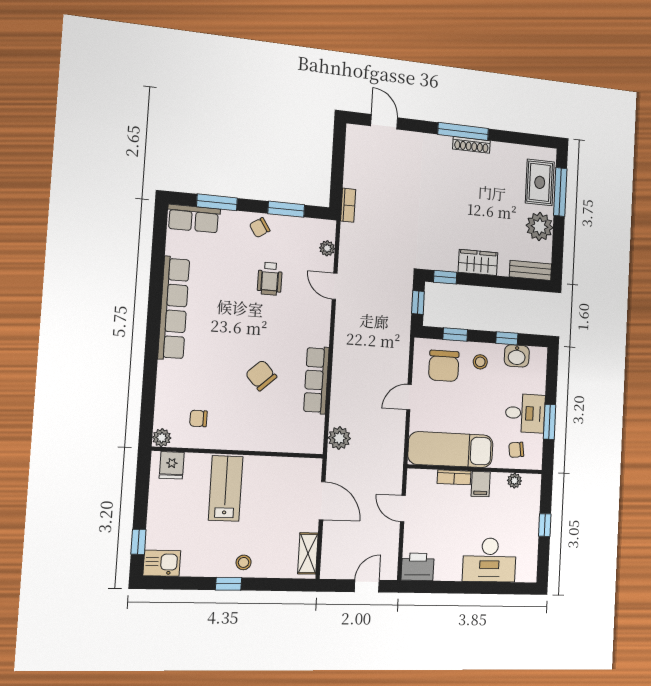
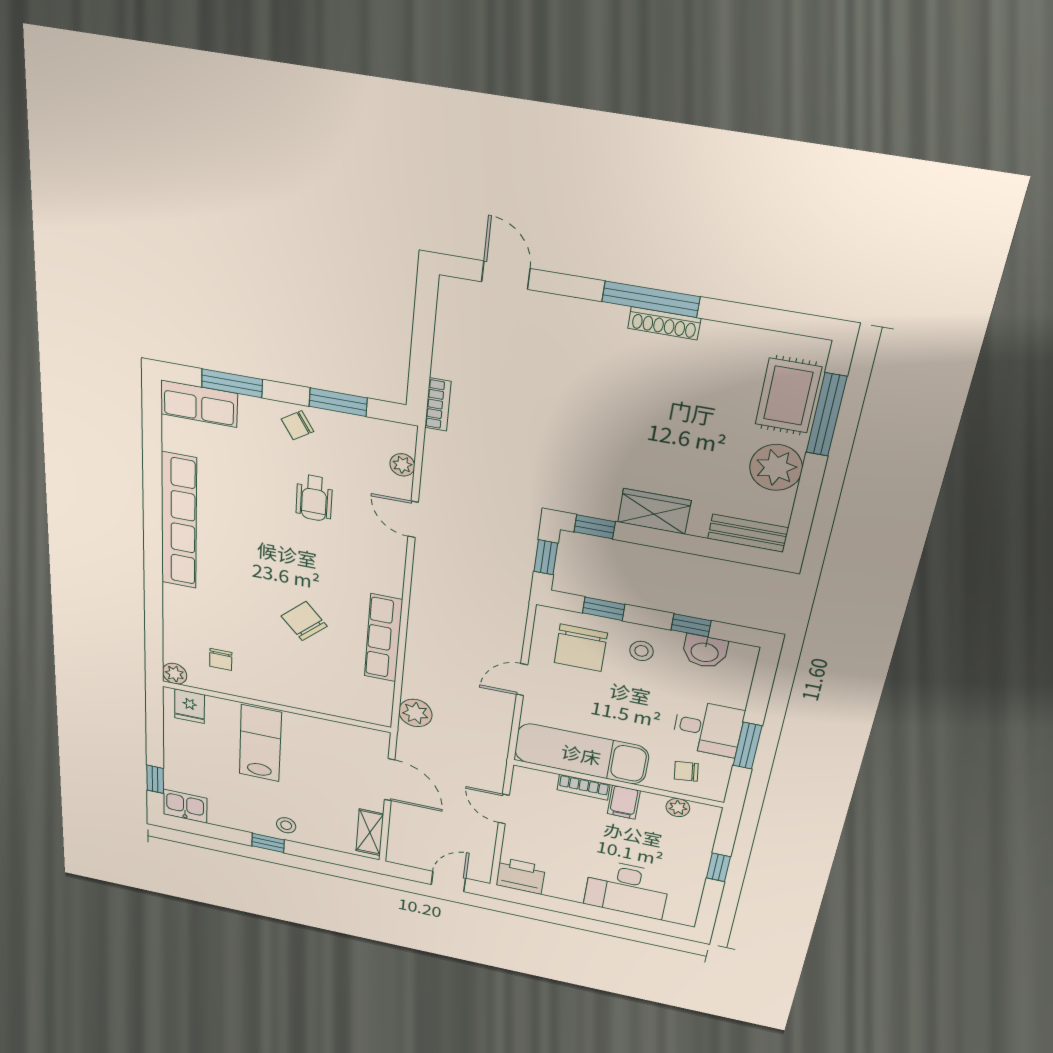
chair: (198, 418) -> (221, 659), turned -90

